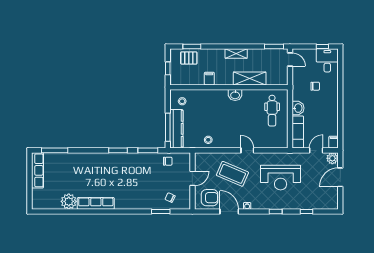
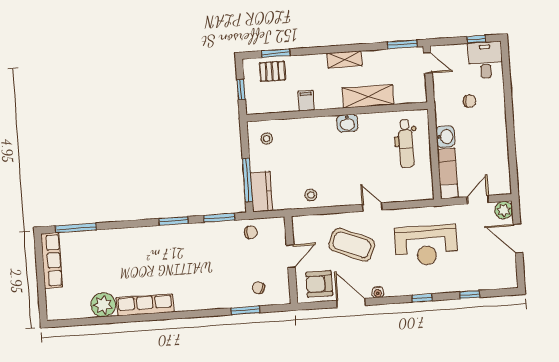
kitchen counter: (176, 129) -> (261, 192), width x0.67
filing cabinet: (334, 142) -> (504, 185), removed
door: (340, 177) -> (518, 238), hinge flipped
armchair: (210, 198) -> (319, 284), turned 180

